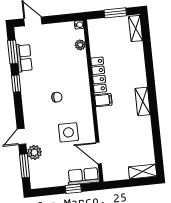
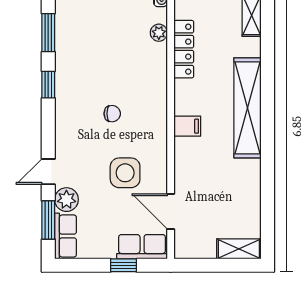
row of seats: (24, 58) -> (66, 236), moved
locker: (99, 75) -> (184, 49), moved
shelving: (143, 101) -> (247, 108), width x2.20, depth x1.33

